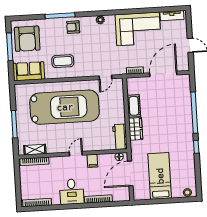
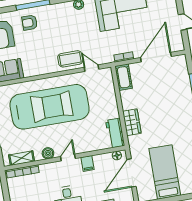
armchair: (73, 27) -> (30, 23), moved
coffee table: (63, 61) -> (70, 59), moved
door: (105, 77) -> (92, 68), swing flipped
cot: (134, 106) -> (124, 77), moved
boiler: (59, 148) -> (48, 153), added

